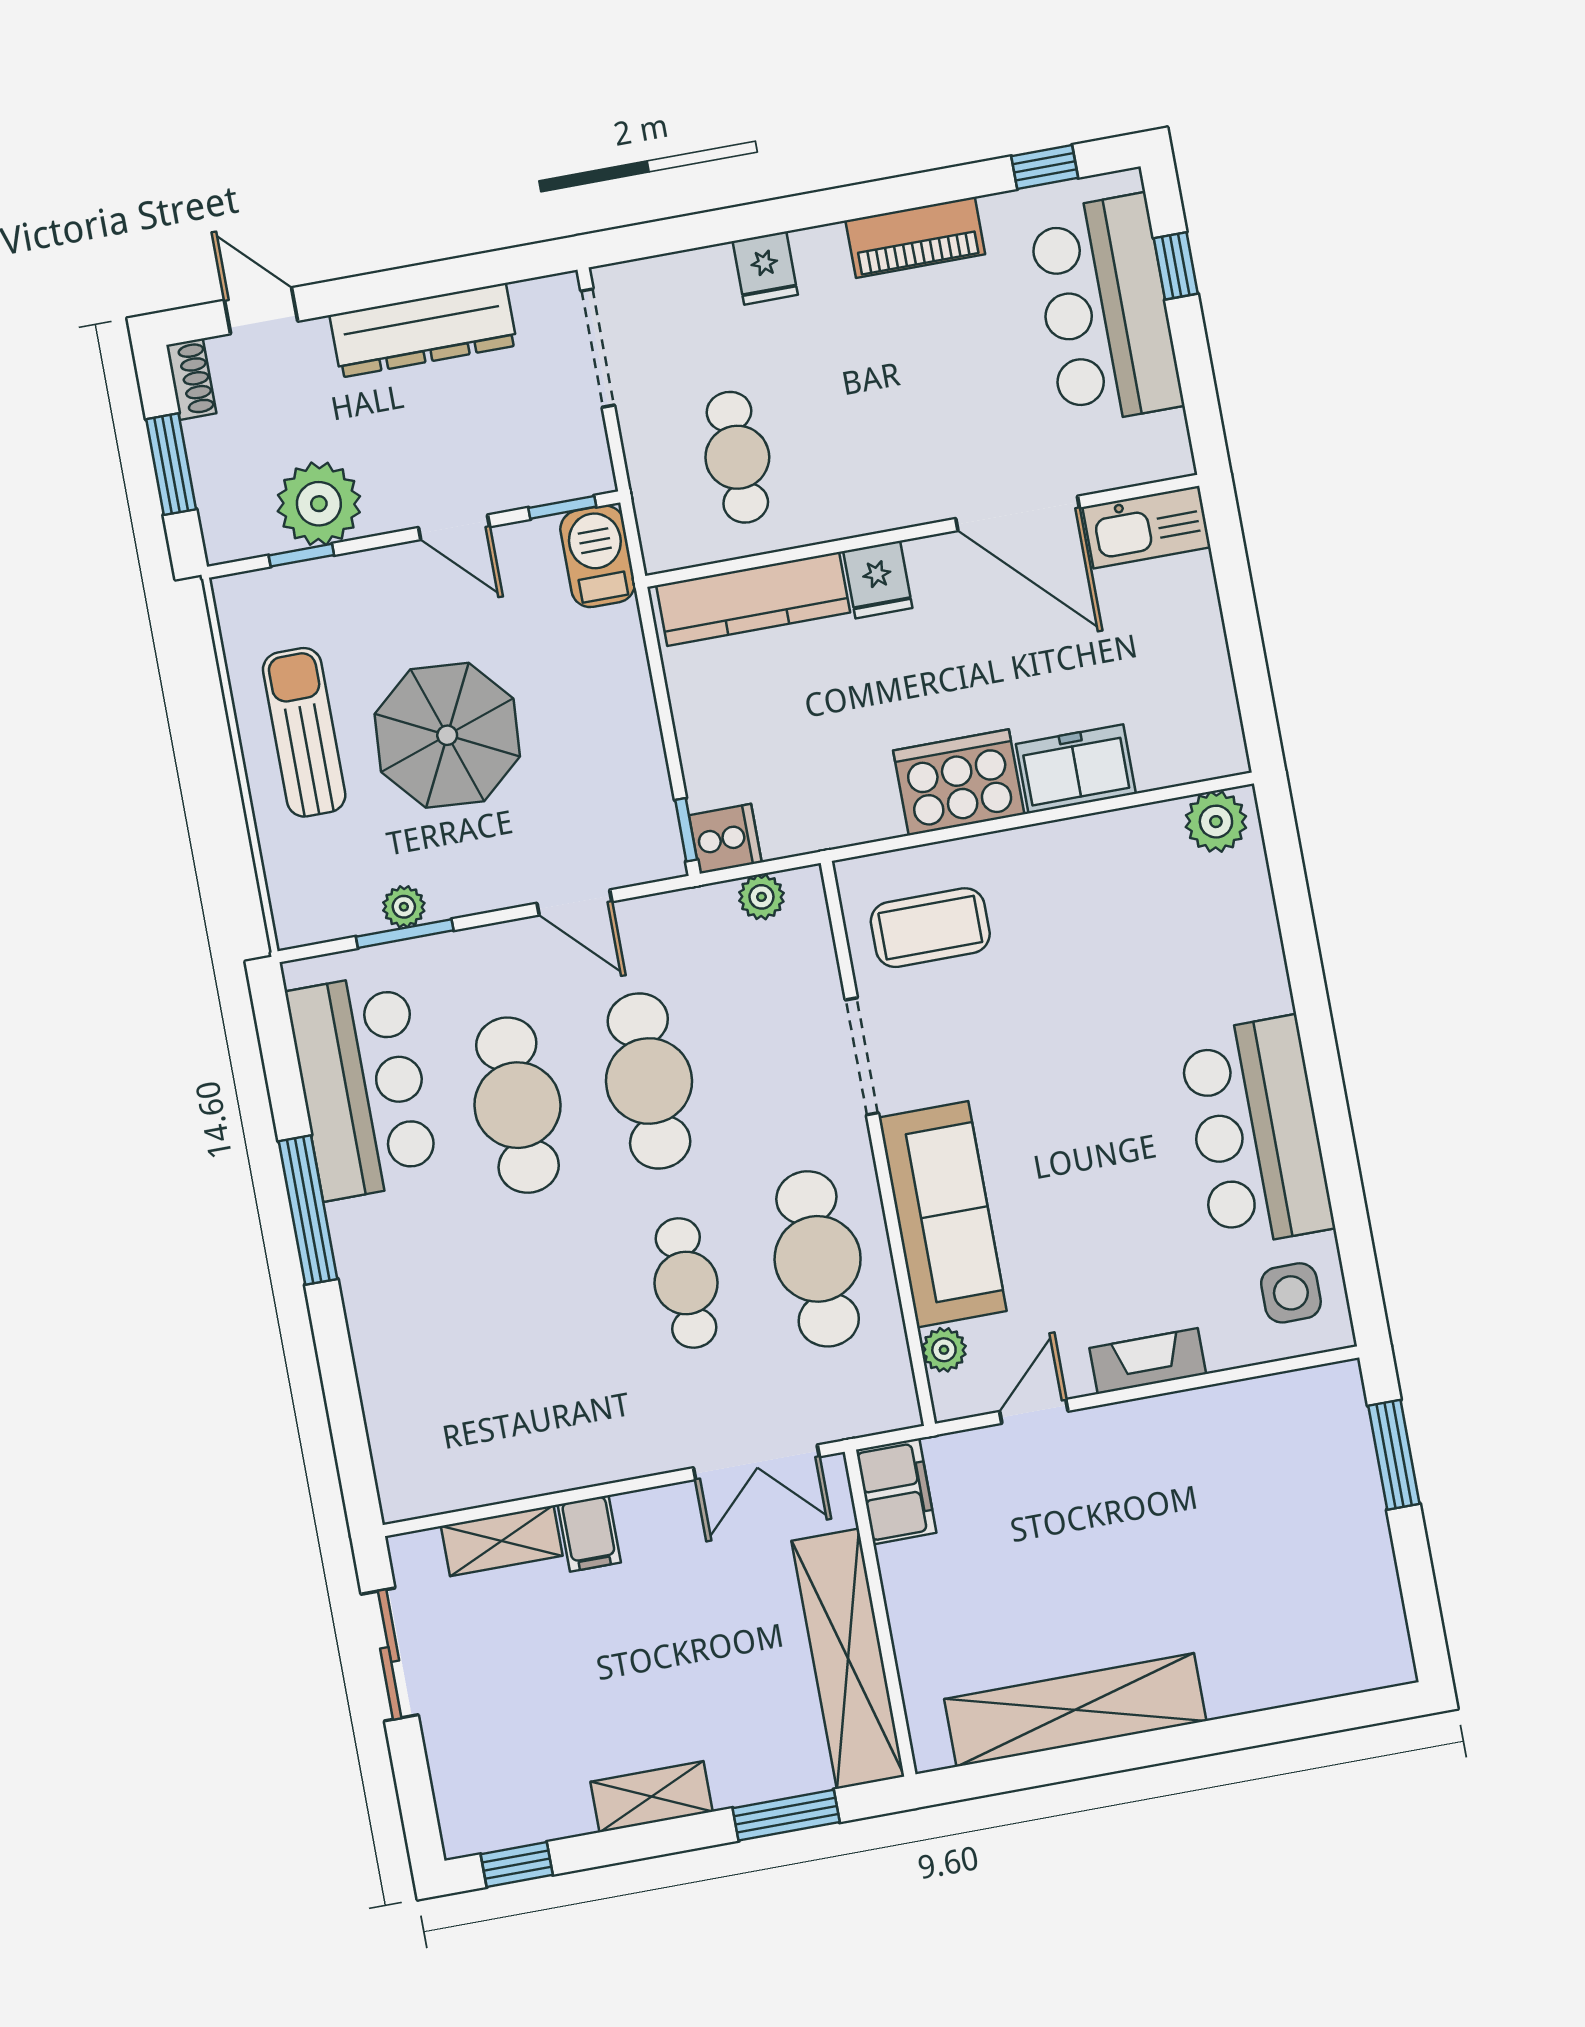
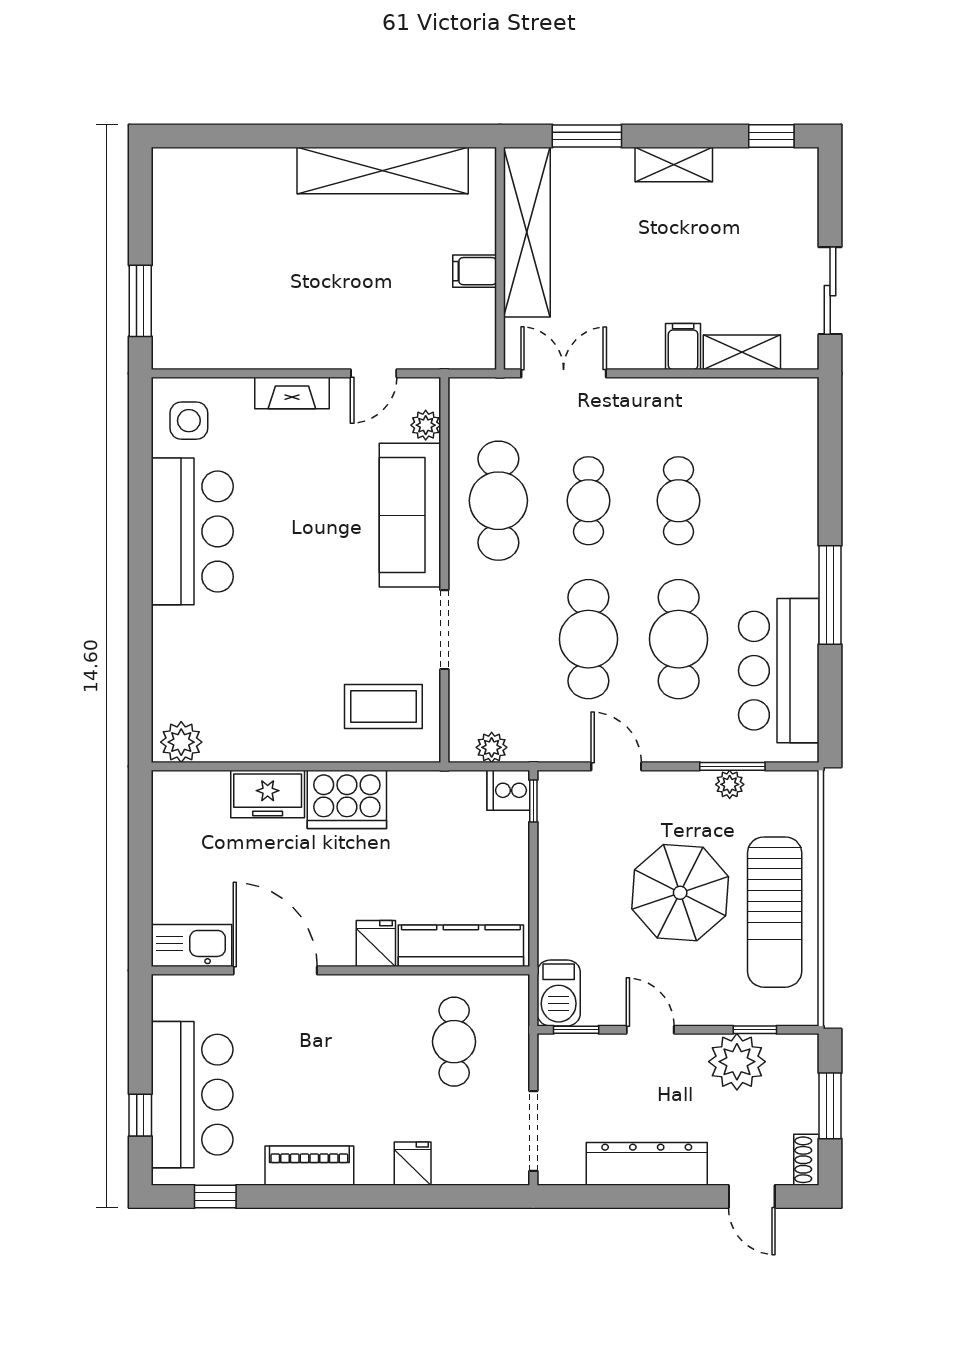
sun lounger: (304, 732) -> (775, 912), width x1.36, depth x1.34
cafe table: (555, 1307) -> (679, 501), added
filing cabinet: (896, 1491) -> (475, 271), moved, width x0.50

